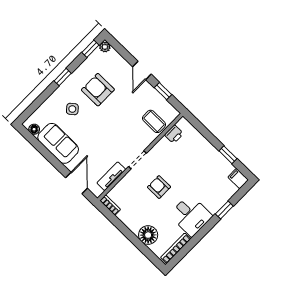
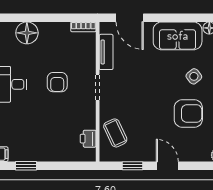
coffee table: (154, 121) -> (115, 133), turned 65
armchair: (159, 187) -> (57, 82), turned 90

